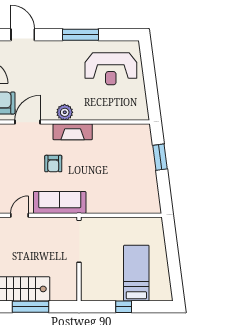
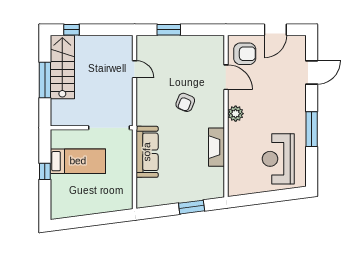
fireplace: (73, 132) -> (216, 147), moved
armchair: (53, 164) -> (185, 102), turned -68
sofa: (60, 202) -> (147, 152), moved
bed: (136, 273) -> (78, 161), moved

